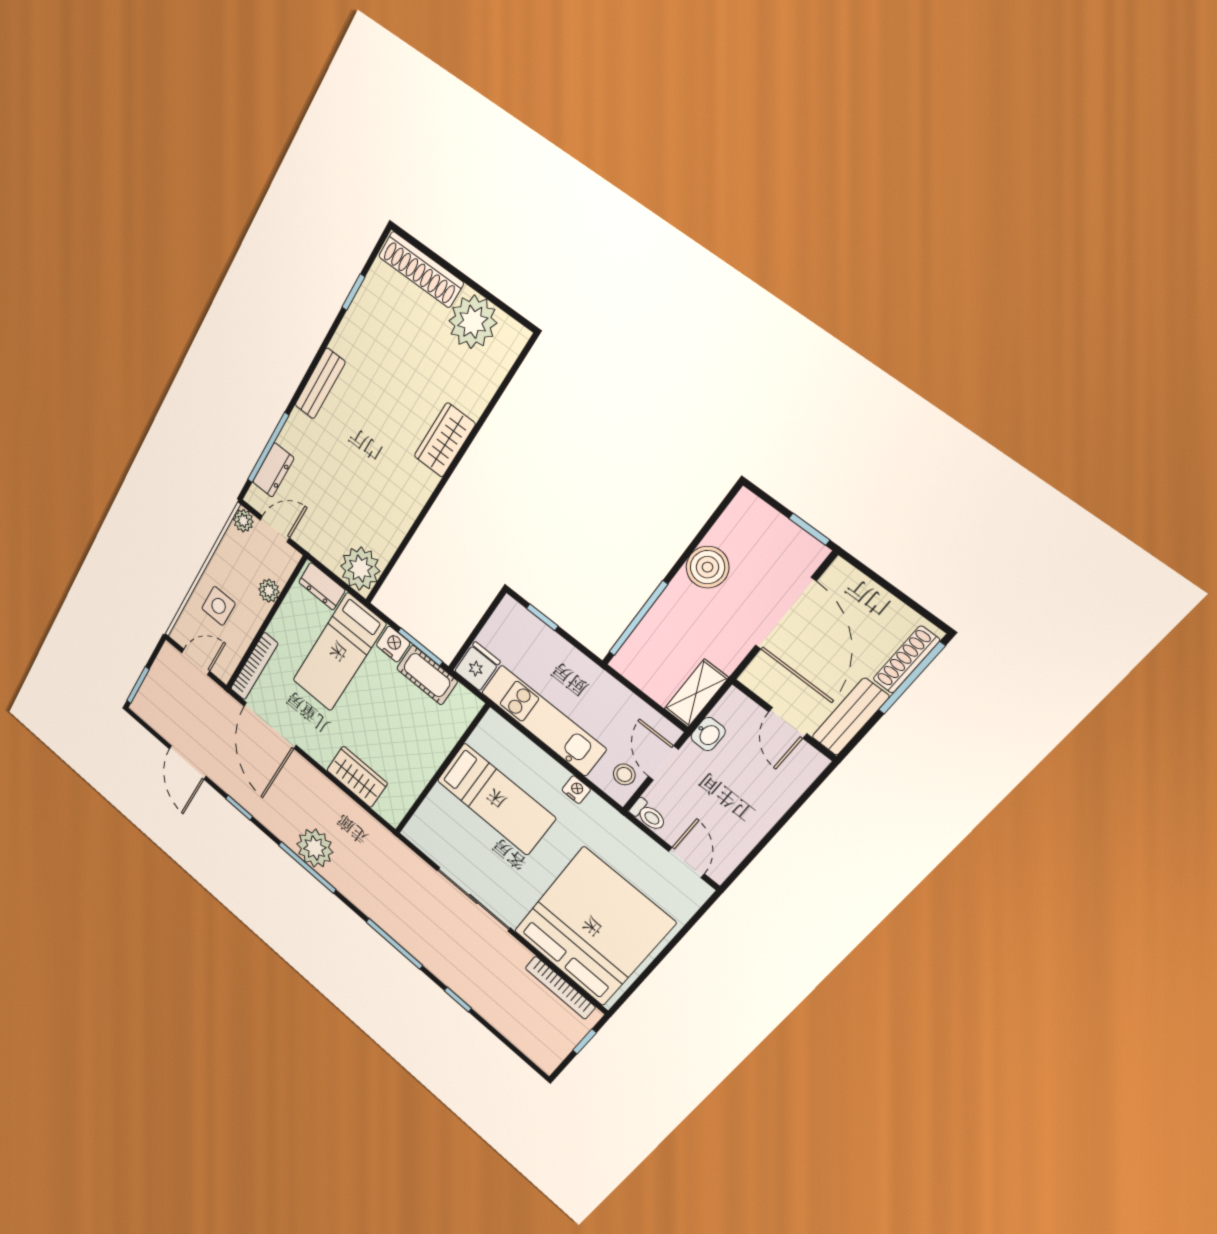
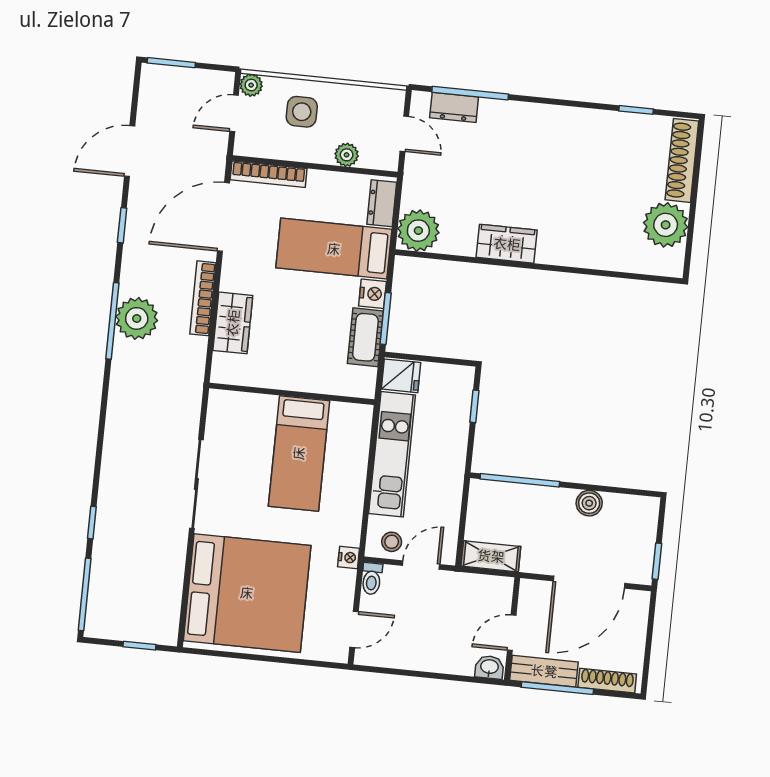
bench: (320, 384) -> (549, 116), removed
wardrobe: (445, 440) -> (507, 244), moved
plant: (243, 521) -> (251, 85), moved
boiler: (707, 567) -> (589, 503), width x0.73, depth x0.73
door: (196, 662) -> (234, 113), swing flipped
window: (911, 678) -> (557, 688), moved
washbasin: (708, 734) -> (489, 667), moved, turned 180
nightstand: (576, 790) -> (349, 557), moved
window: (394, 944) -> (85, 594), moved
bookcase: (560, 988) -> (203, 298), moved

